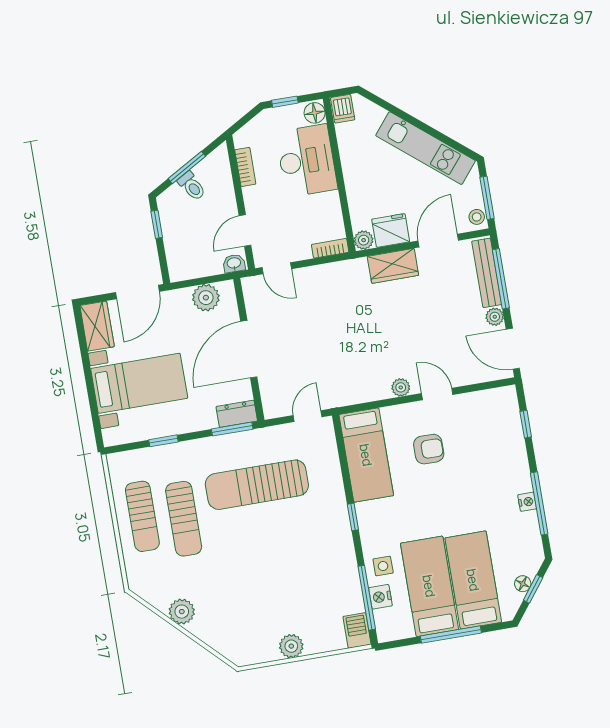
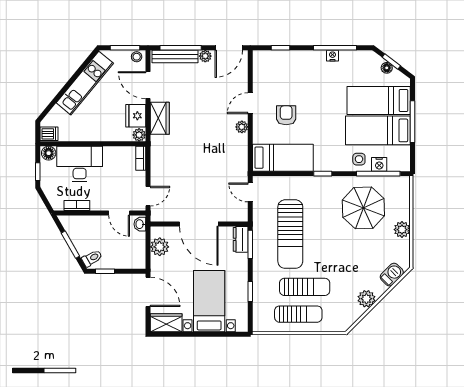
toilet: (192, 186) -> (92, 258), moved
parasol: (313, 585) -> (363, 208), added
barbecue: (357, 630) -> (392, 275), moved, turned 135

